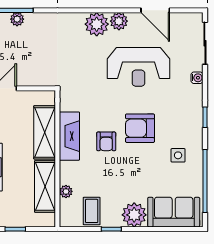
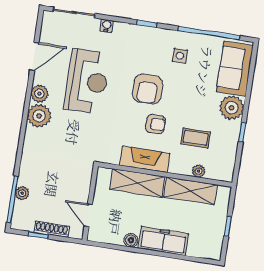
coffee table: (92, 211) -> (196, 138), moved

